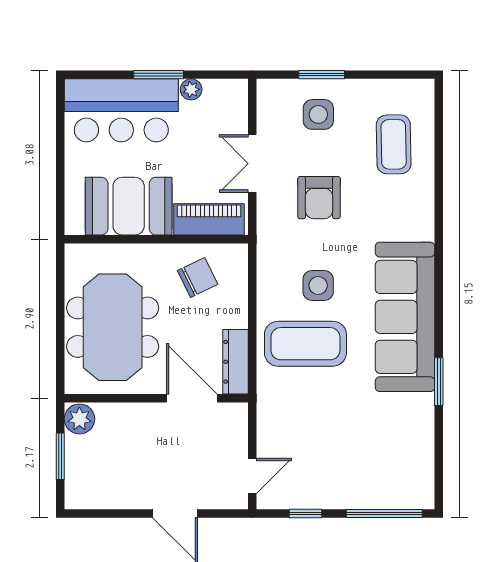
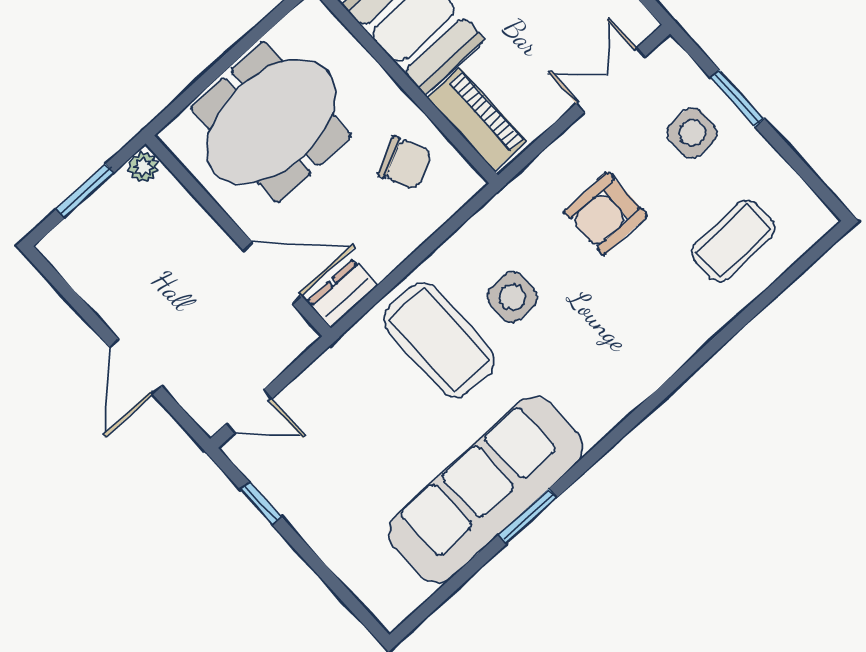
double door: (252, 164) -> (611, 80), moved
sofa: (405, 317) -> (486, 490), moved
dresser: (235, 362) -> (342, 293), width x0.70
door: (192, 398) -> (272, 273), hinge flipped
plant: (79, 419) -> (143, 167), width x0.73, depth x0.73
window: (384, 514) -> (337, 586), removed

